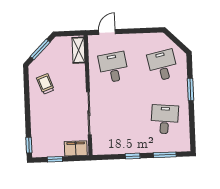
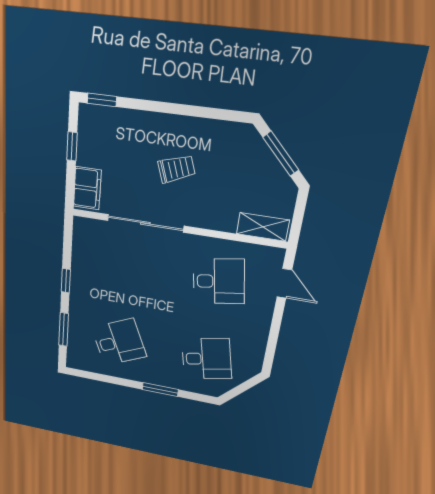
trolley: (45, 84) -> (176, 169), moved
desk: (165, 119) -> (119, 342), turned -30

